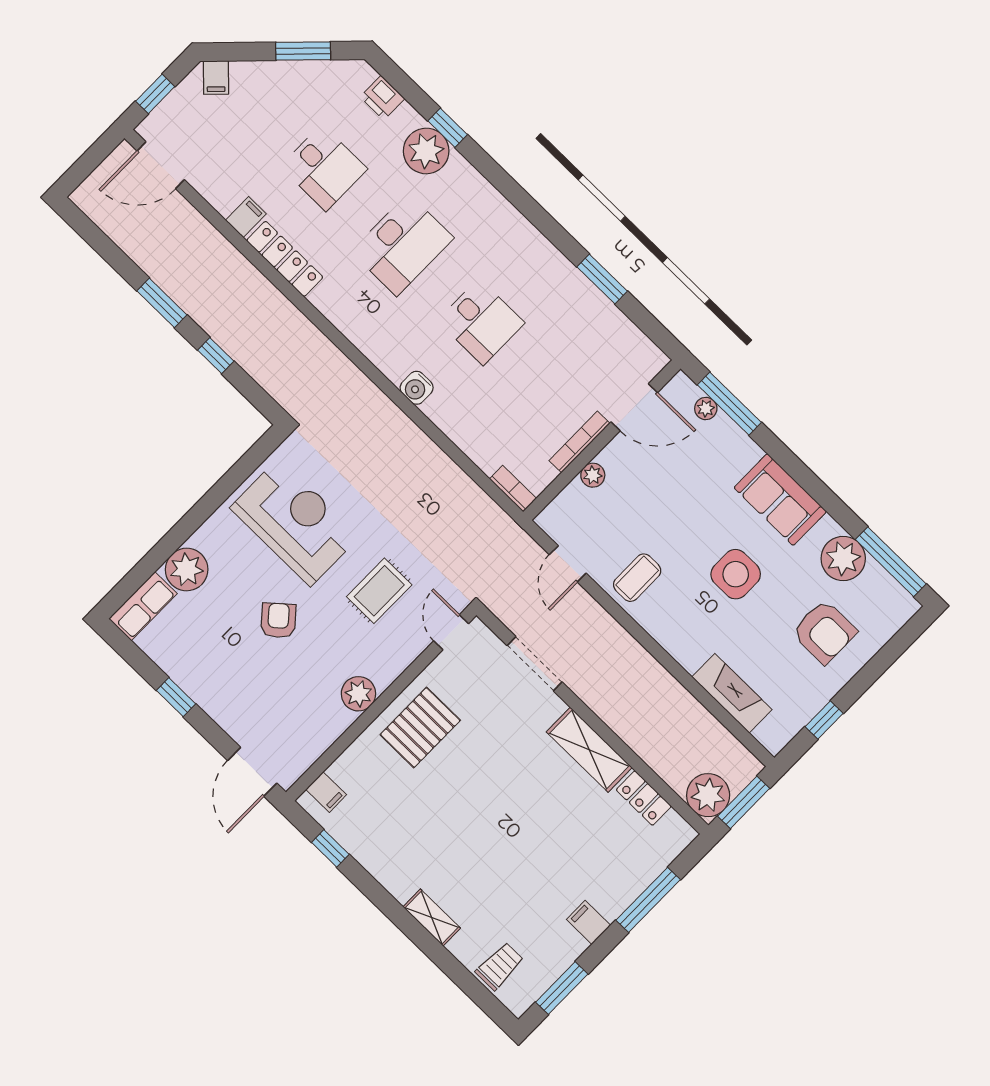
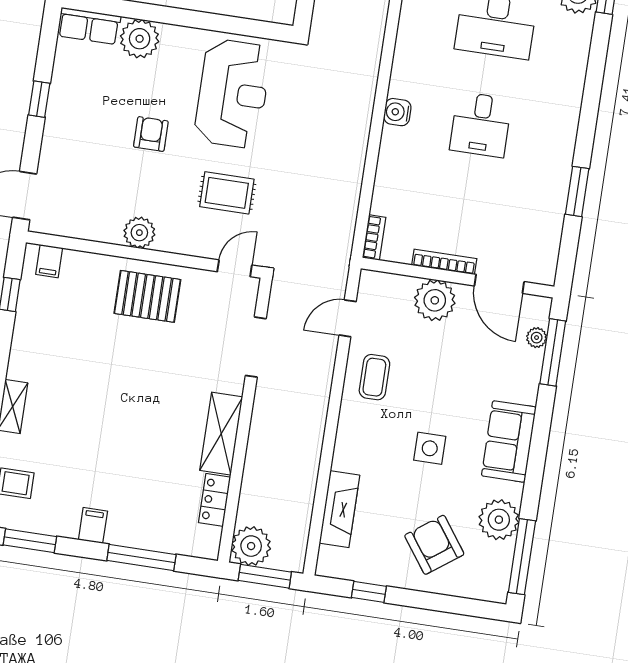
plant: (593, 475) -> (435, 300), width x1.88, depth x1.88
side table: (736, 574) -> (430, 448), width x0.73, depth x0.73
coffee table: (637, 578) -> (374, 377), turned 90
armchair: (278, 620) -> (151, 134), turned -49
armchair: (824, 632) -> (434, 545), turned 144

